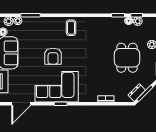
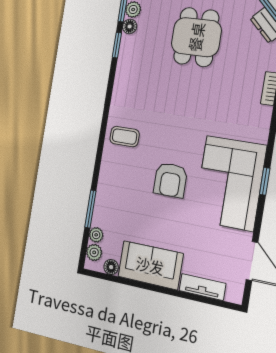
armchair: (53, 56) -> (170, 180), turned 90
dining table: (127, 58) -> (196, 37), turned 90

